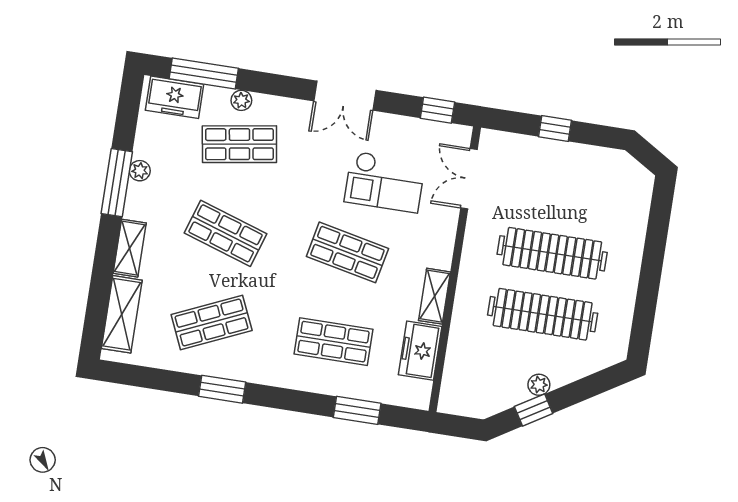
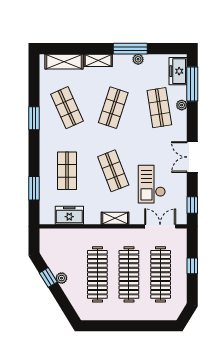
clothes rail: (562, 192) -> (161, 274), added
shop shelf: (347, 252) -> (113, 171), turned -33
shelving: (434, 296) -> (115, 218), moved

